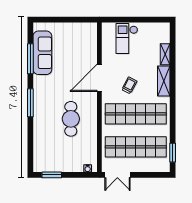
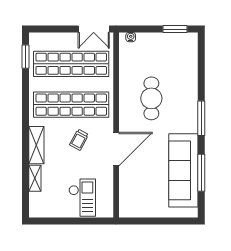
sofa: (42, 53) -> (183, 170), width x1.36, depth x1.27
double door: (117, 175) -> (94, 29), swing flipped

